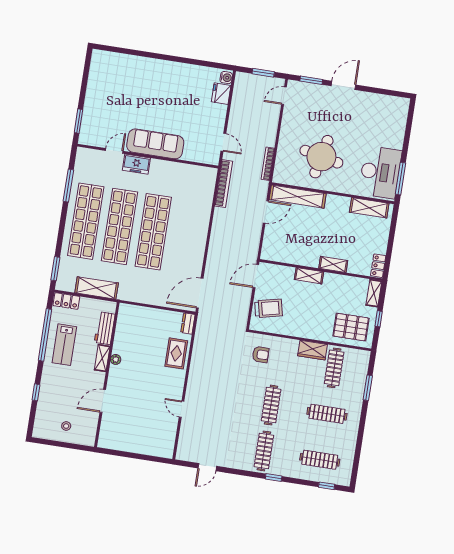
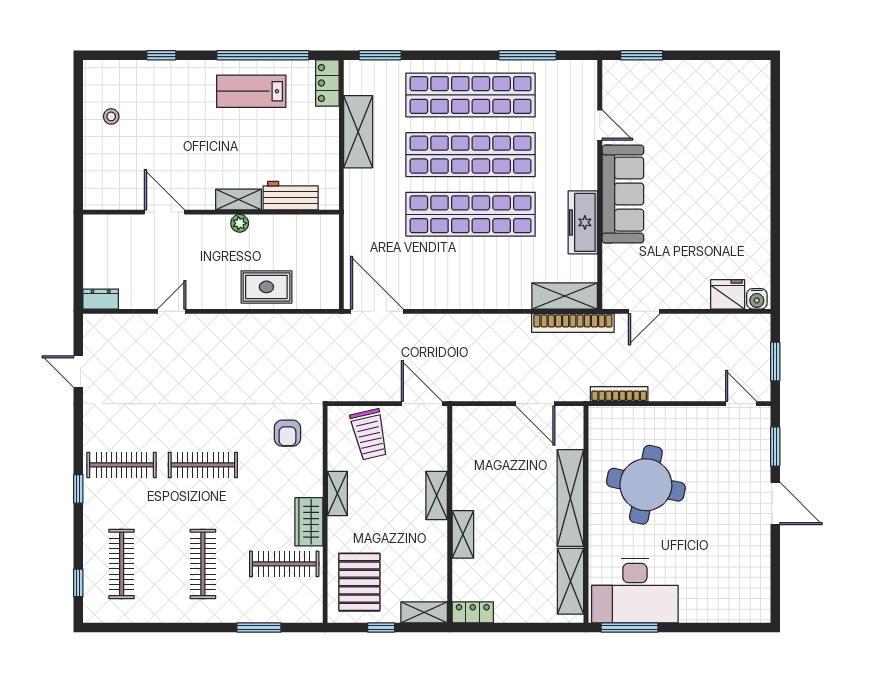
freezer: (136, 164) -> (583, 222), moved, width x1.40
shelving: (208, 186) -> (565, 296), added
shelving: (298, 197) -> (570, 498), moved
dresser: (188, 324) -> (101, 299), moved
workbench: (105, 328) -> (291, 196), moved
shelving: (299, 332) -> (337, 493), added
shelving: (102, 358) -> (238, 200), moved
plant: (116, 359) -> (240, 223), moved
wall: (107, 375) -> (211, 212), moved
door: (103, 401) -> (165, 212), moved

